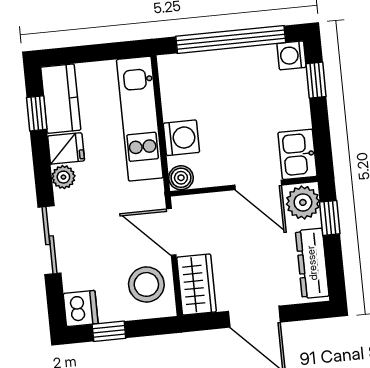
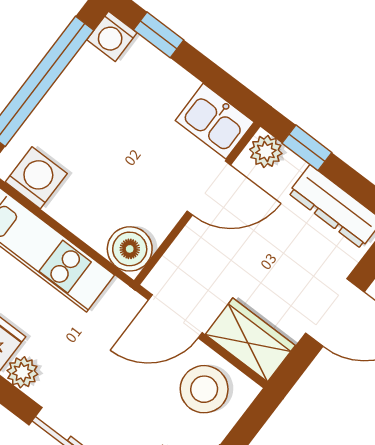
washing machine: (181, 138) -> (36, 178), moved
boiler: (181, 178) -> (130, 249), width x1.36, depth x1.36
plant: (303, 202) -> (266, 151), width x0.73, depth x0.73

